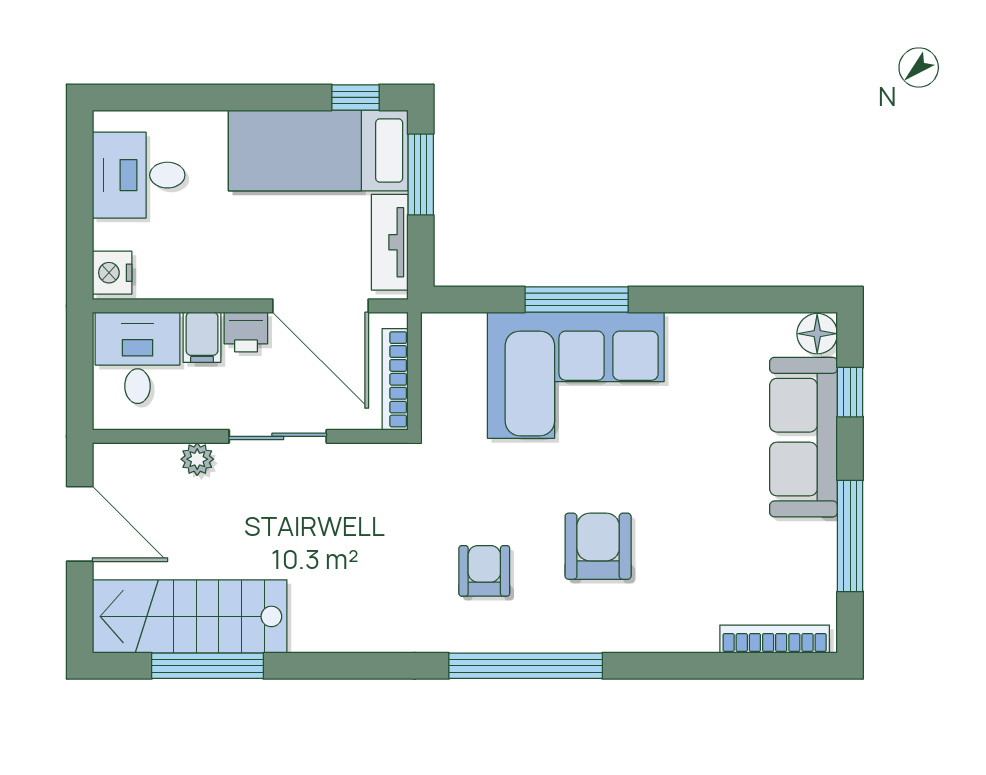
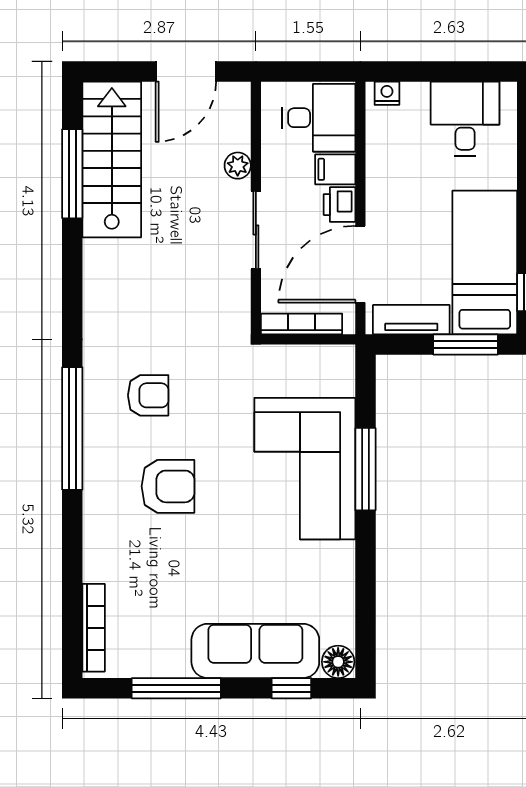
nightstand: (112, 273) -> (387, 93), width x0.72, depth x0.74

